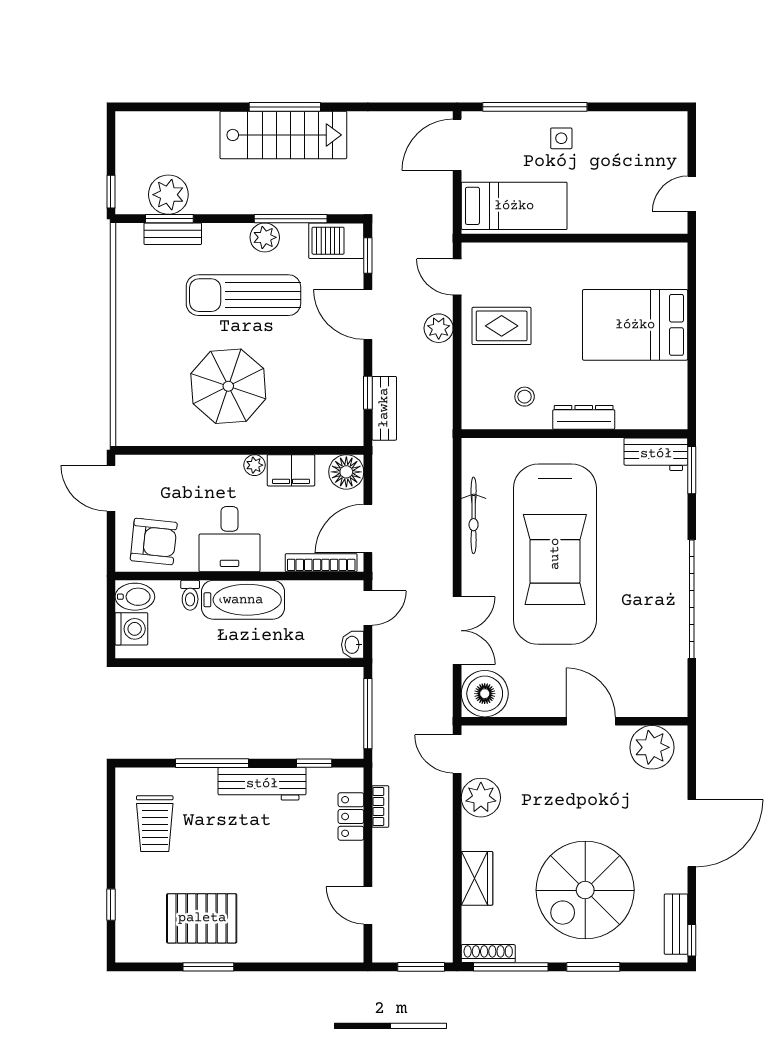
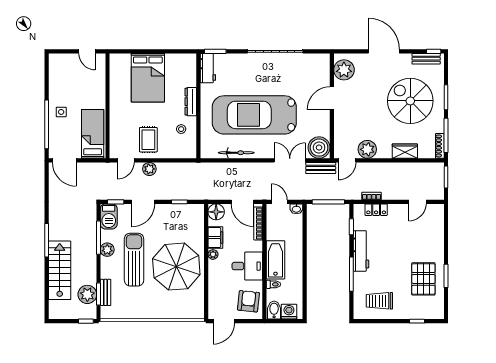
stairs: (283, 135) -> (60, 270), moved
sun lounger: (243, 295) -> (134, 260), turned 180
parasol: (228, 386) -> (176, 267), width x1.36, depth x1.36
bench: (384, 408) -> (321, 168), moved
car: (555, 554) -> (254, 115), turned 180
trolley: (155, 824) -> (379, 301), turned 180
spiral stairs: (585, 890) -> (410, 101), turned 180

